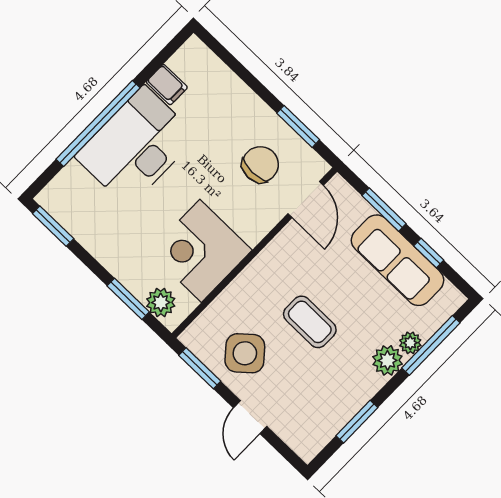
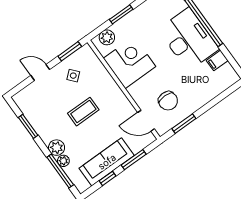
window: (128, 299) -> (121, 14), moved
side table: (245, 353) -> (73, 76), width x0.54, depth x0.54

